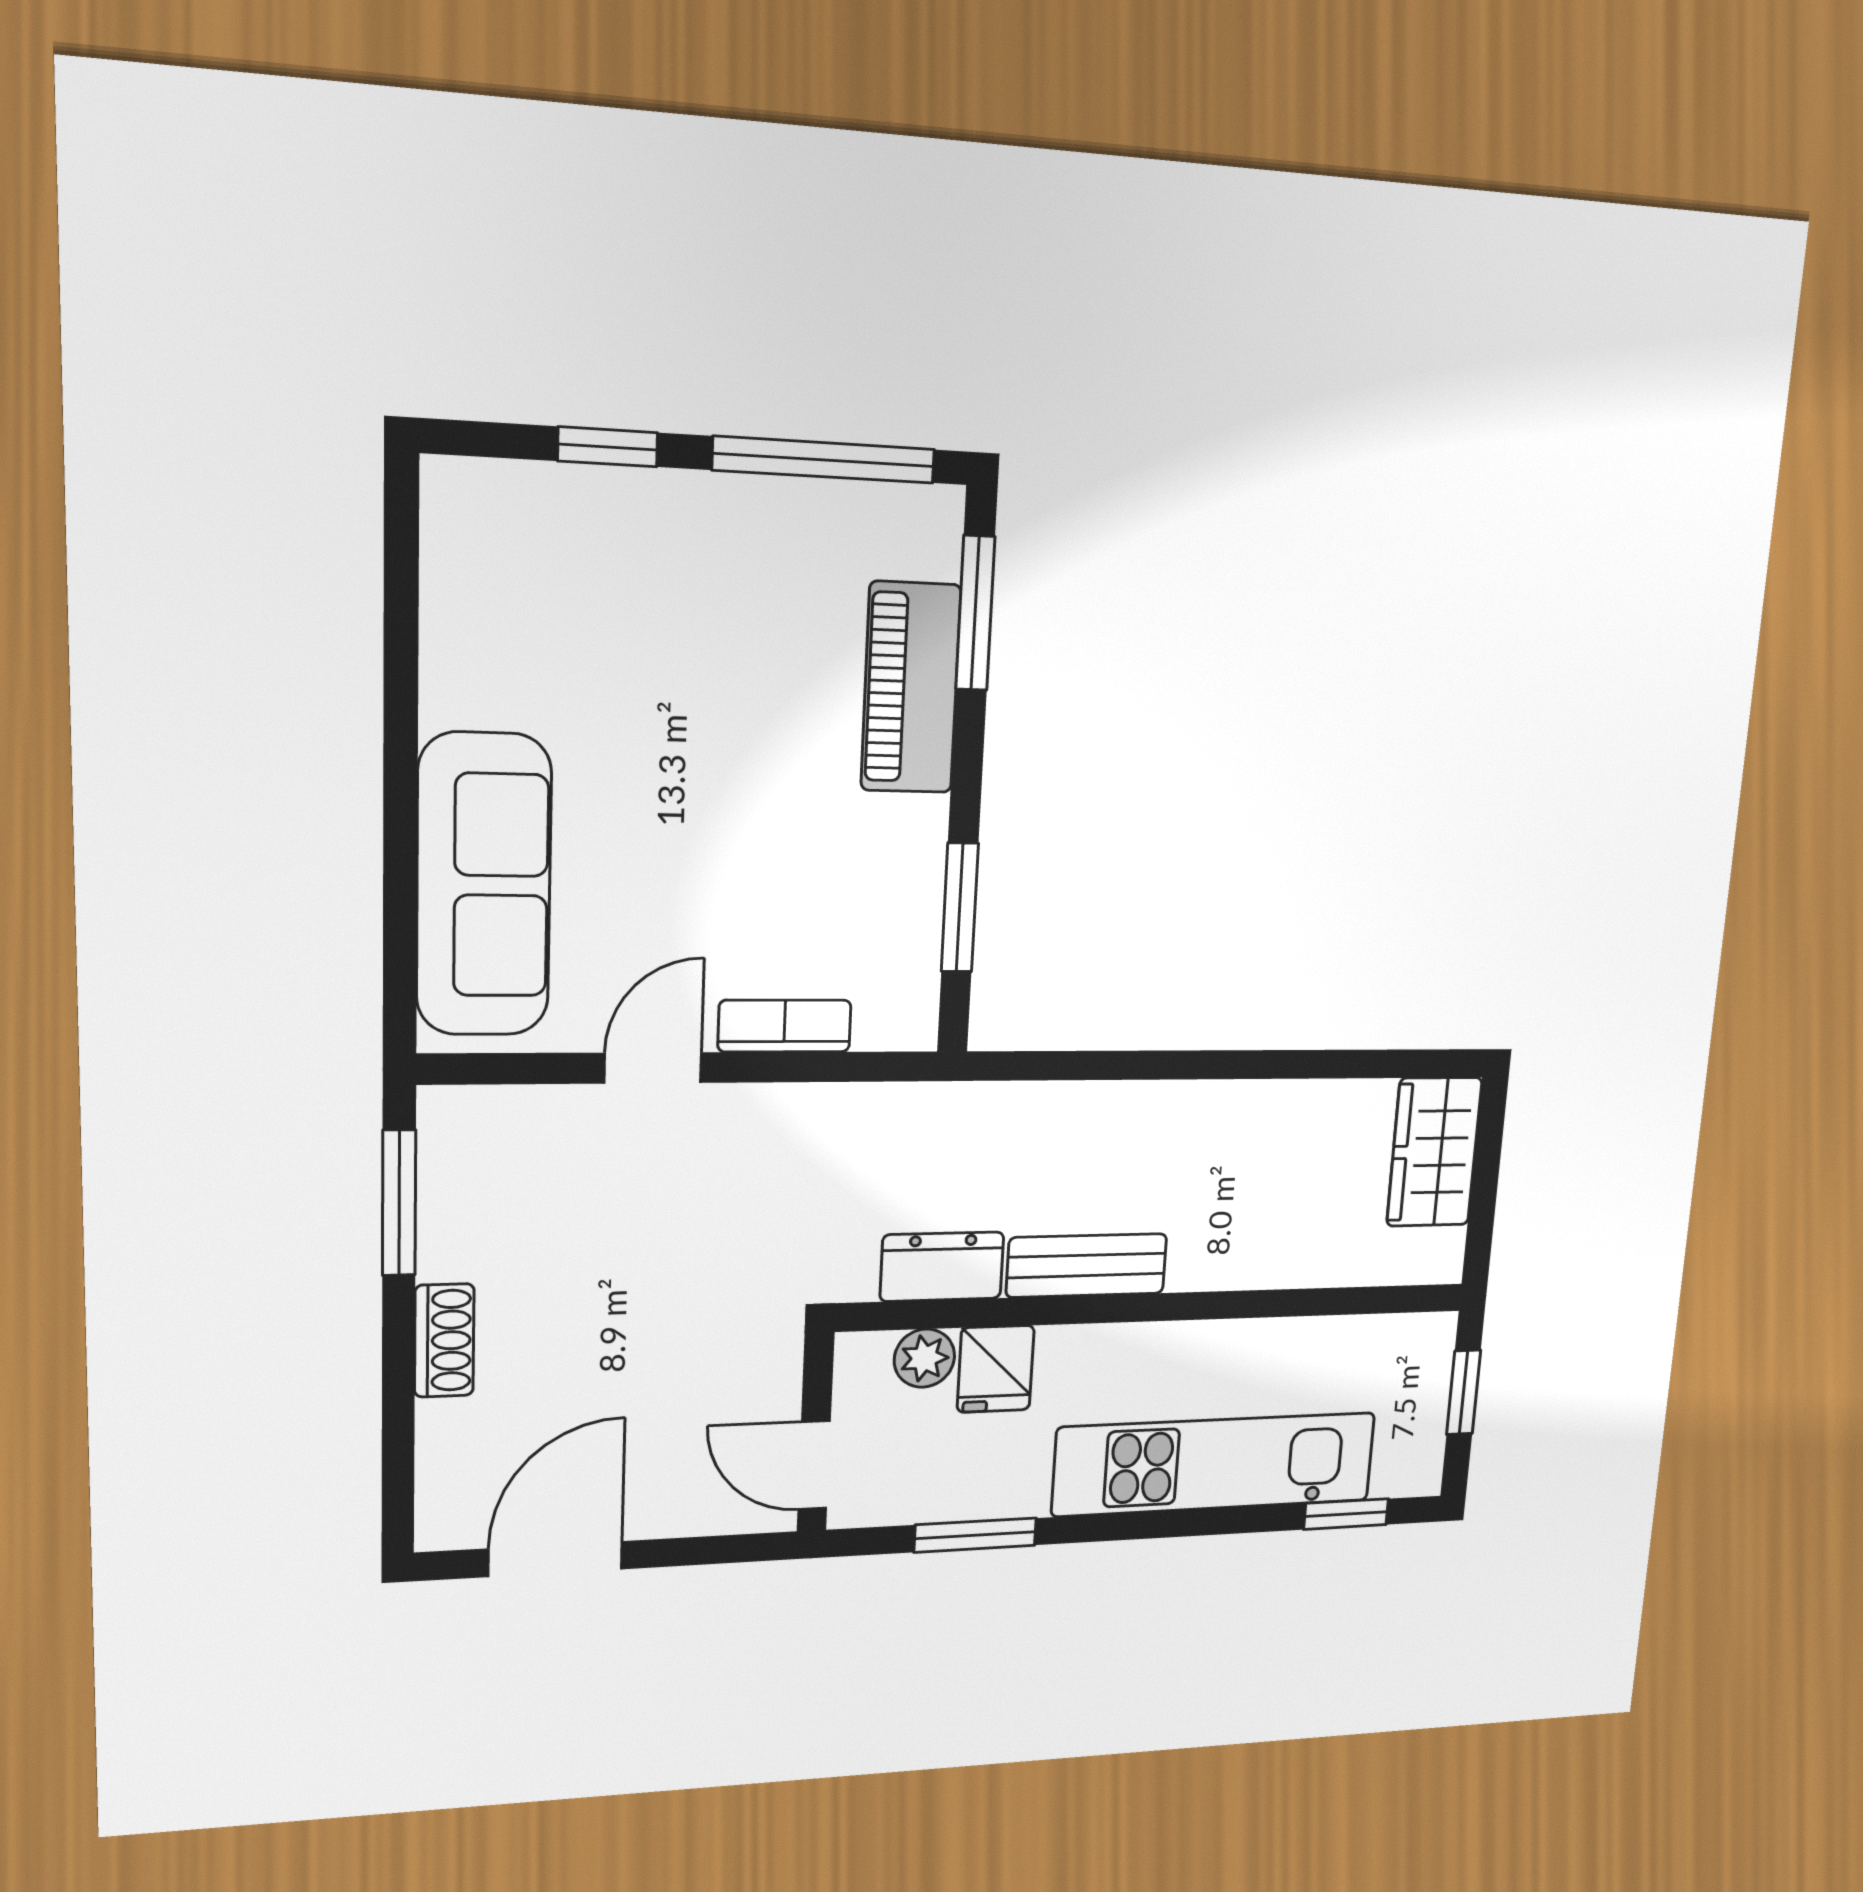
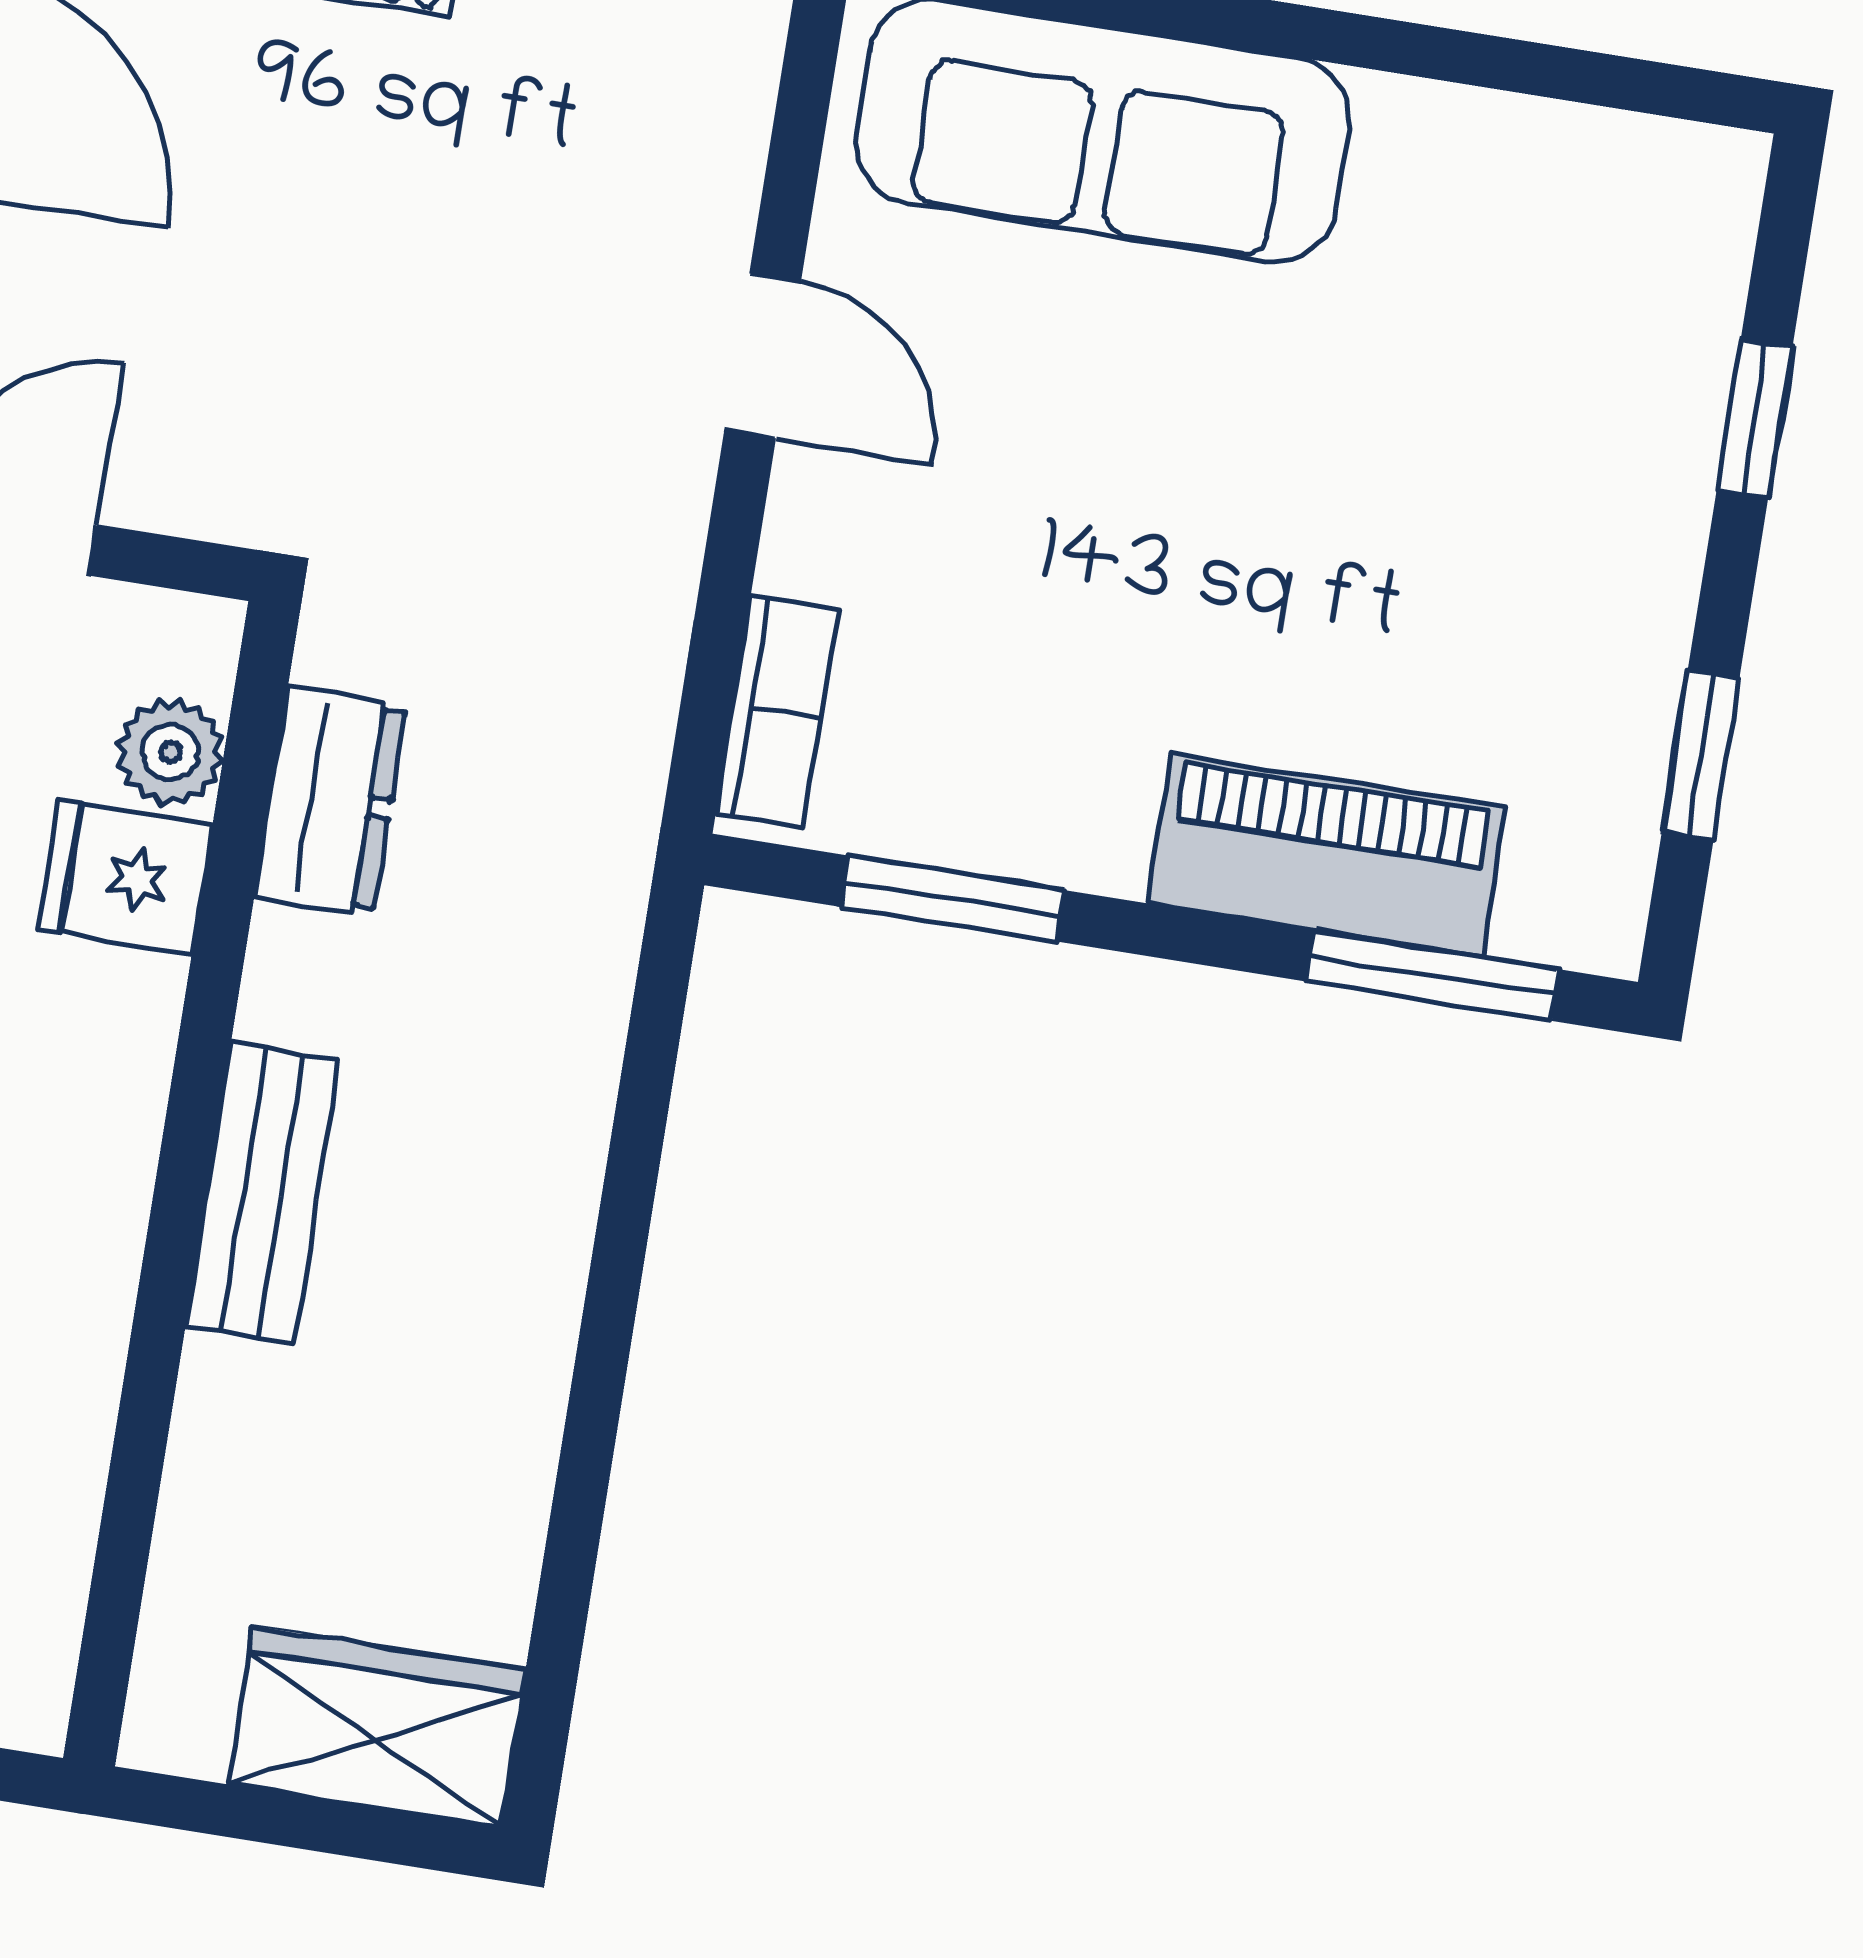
window: (824, 460) -> (1701, 755), width x0.46
bookcase: (785, 1026) -> (777, 711), moved
bench: (1087, 1266) -> (263, 1193), moved

